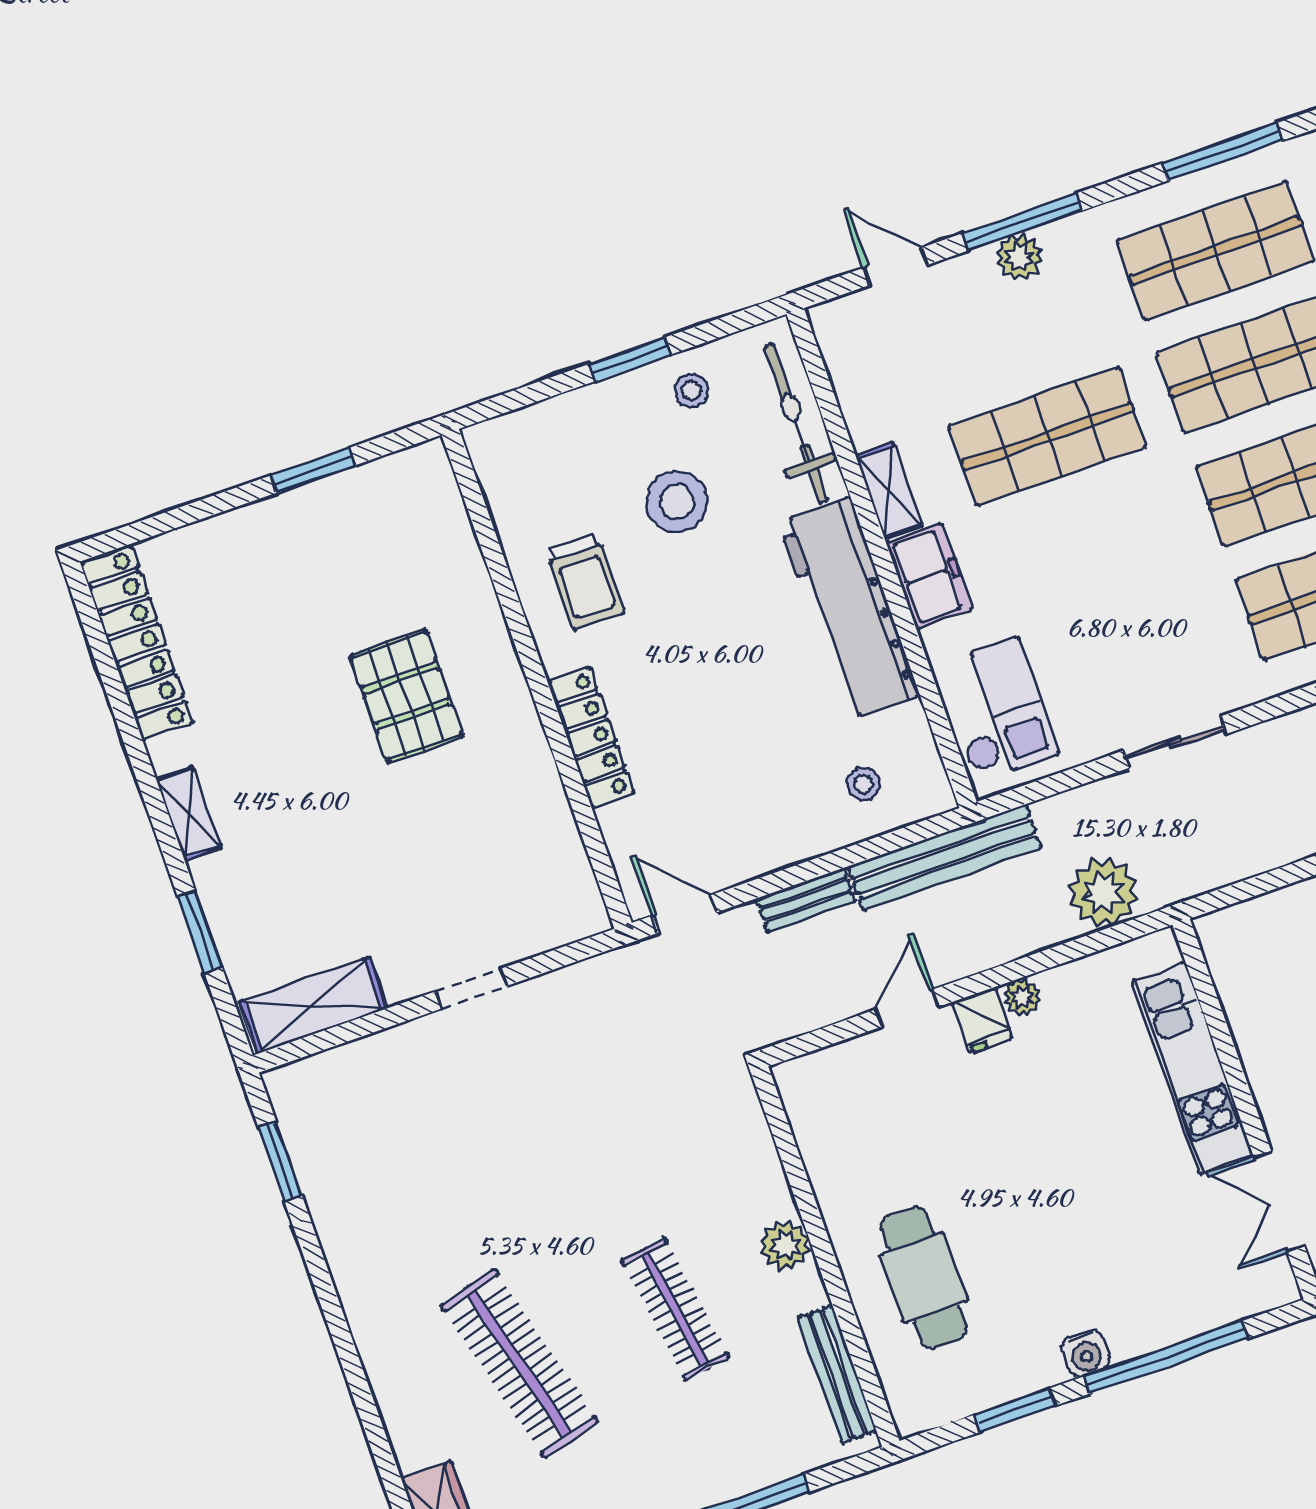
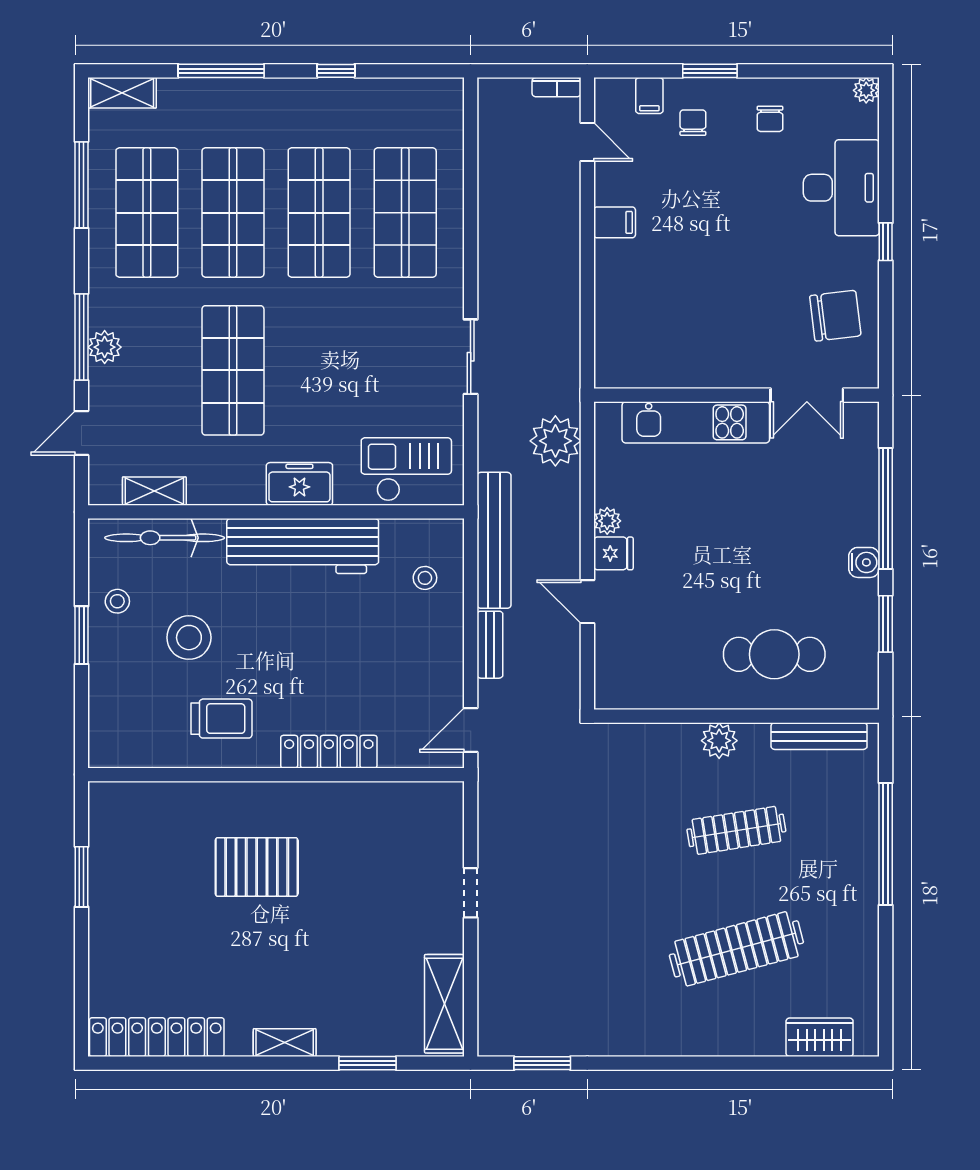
shelving: (889, 491) -> (154, 491), moved

